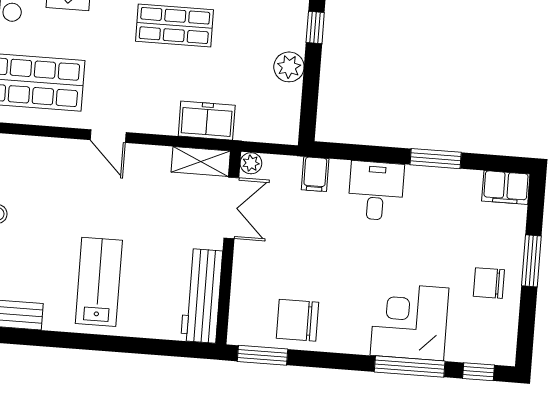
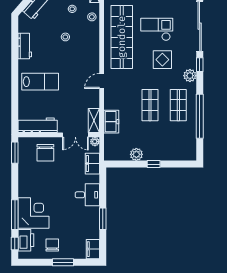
filing cabinet: (315, 174) -> (92, 164), width x2.00
chair: (297, 320) -> (45, 153), moved, turned 180
printer: (473, 345) -> (26, 240), added

